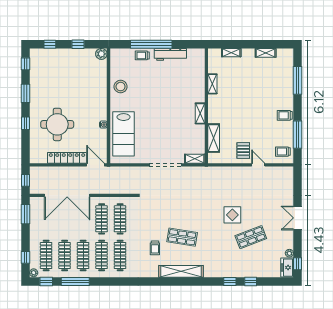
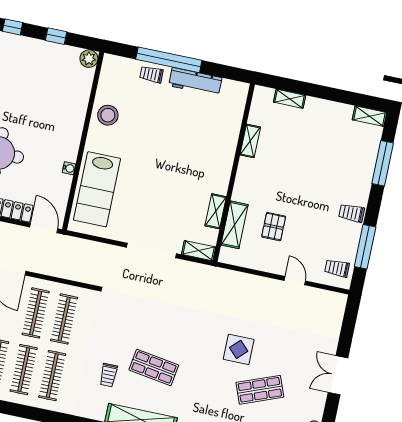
shelving: (266, 53) -> (370, 116), moved
shelving: (200, 113) -> (216, 211), moved
pallet: (243, 150) -> (274, 227), moved

